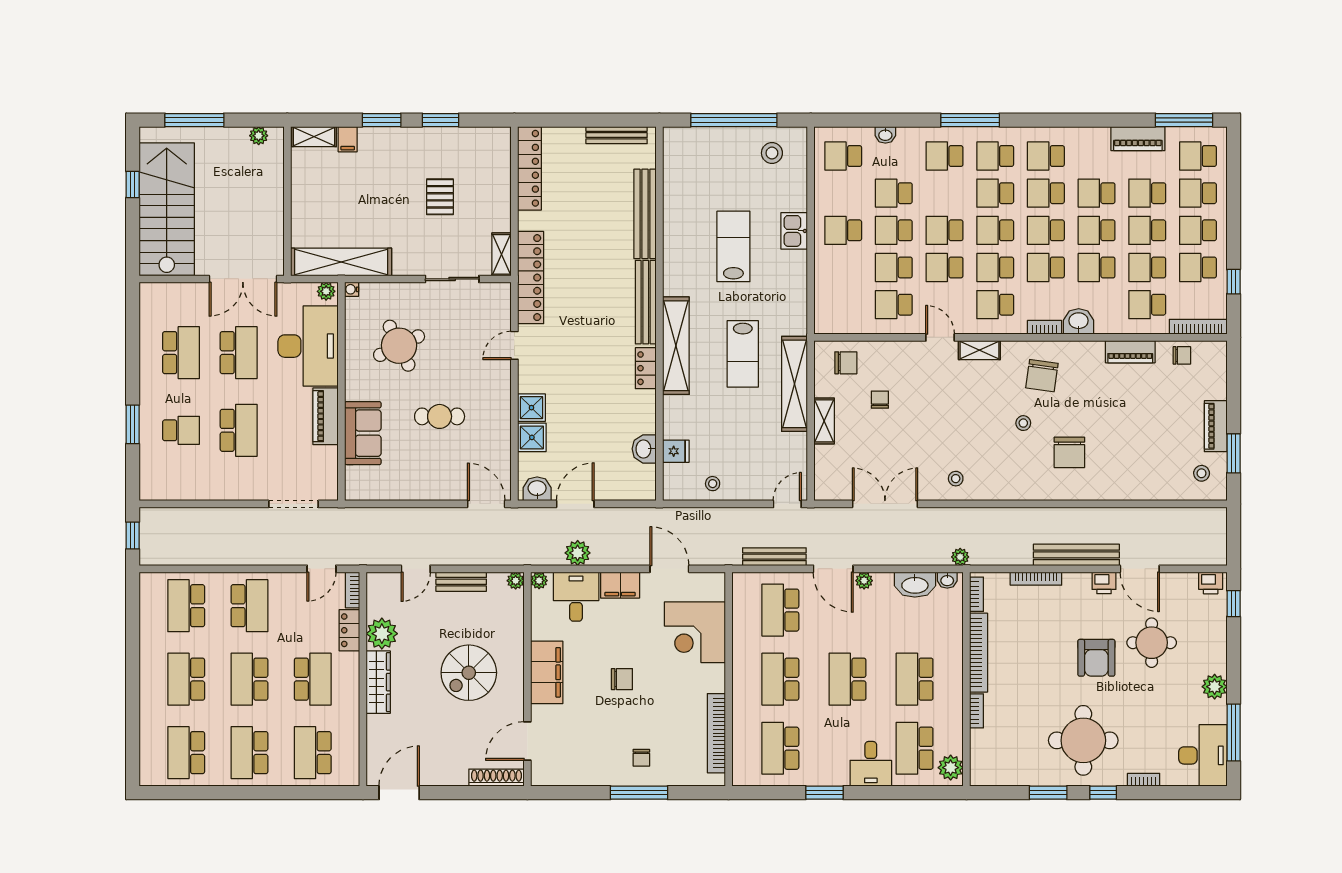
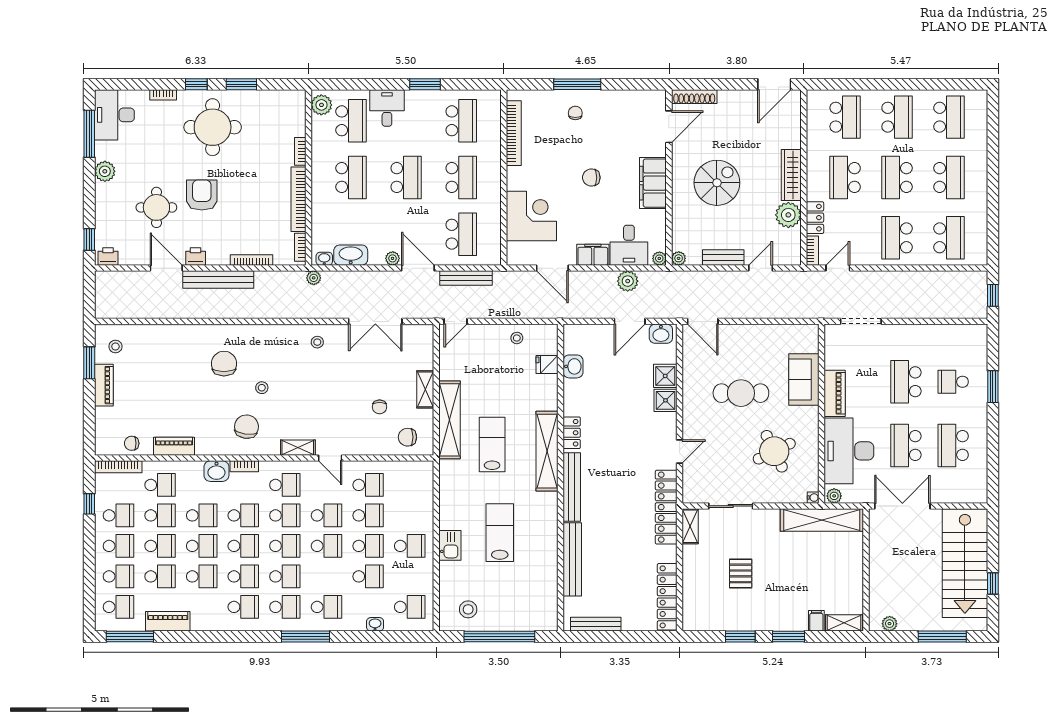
lab bench: (733, 246) -> (500, 533), turned 180
cafe table: (440, 416) -> (741, 393), width x1.37, depth x1.35
school desk: (249, 679) -> (897, 177), turned 180

